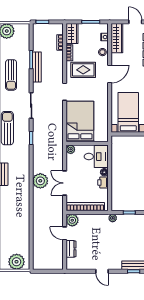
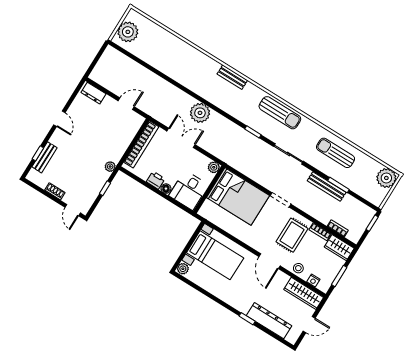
plant: (72, 220) -> (135, 121), removed
dresser: (71, 249) -> (94, 93), moved
door: (102, 271) -> (59, 119), swing flipped

